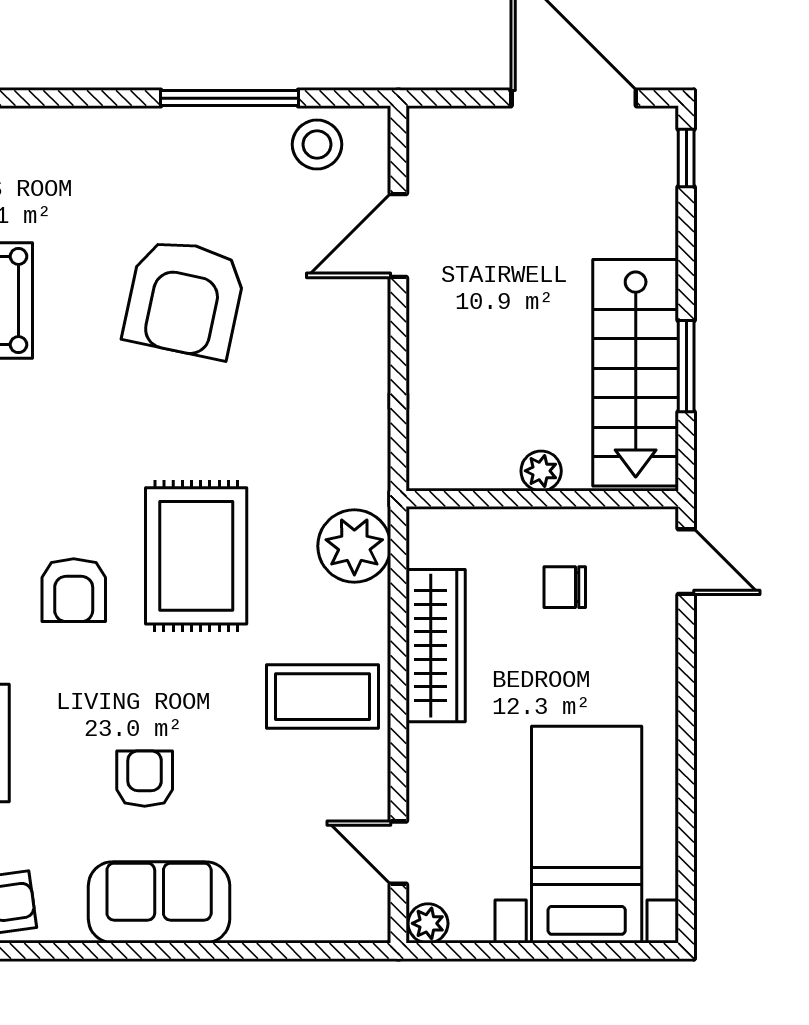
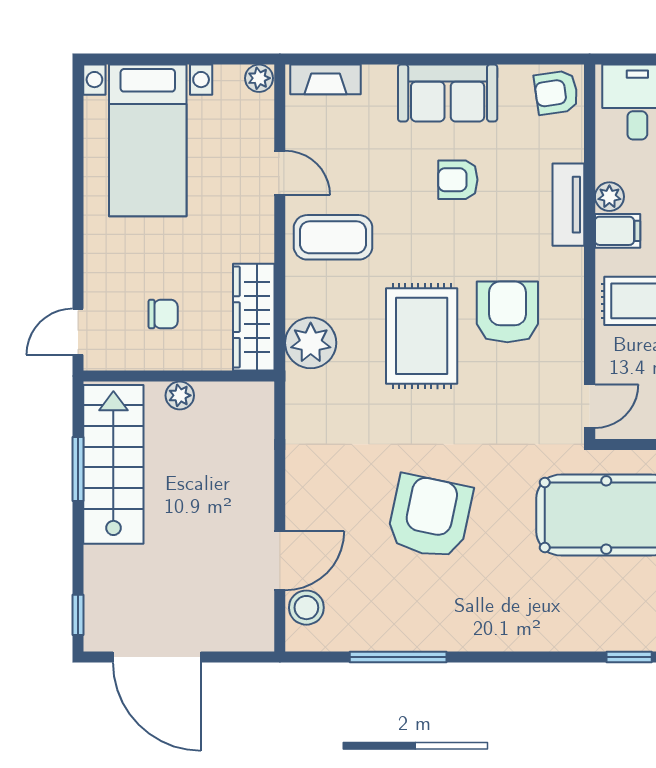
stool: (317, 144) -> (306, 608), moved
door: (686, 562) -> (78, 332), hinge flipped
armchair: (74, 590) -> (507, 312), width x1.38, depth x1.38
wardrobe: (436, 646) -> (254, 317), moved
armchair: (145, 779) -> (458, 180), turned 90
door: (398, 853) -> (280, 173), moved
fireplace: (333, 922) -> (325, 79), added

